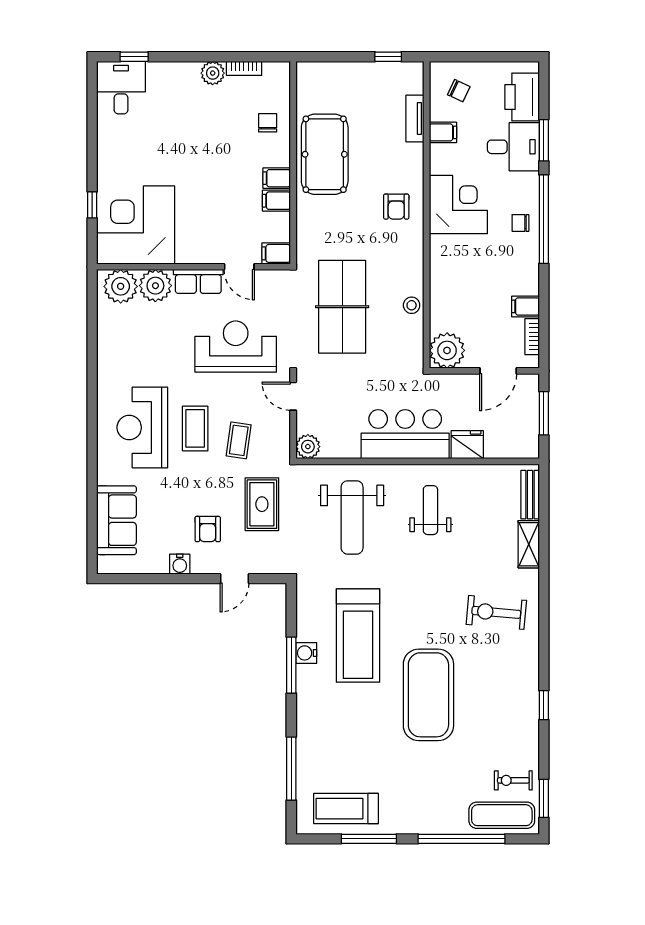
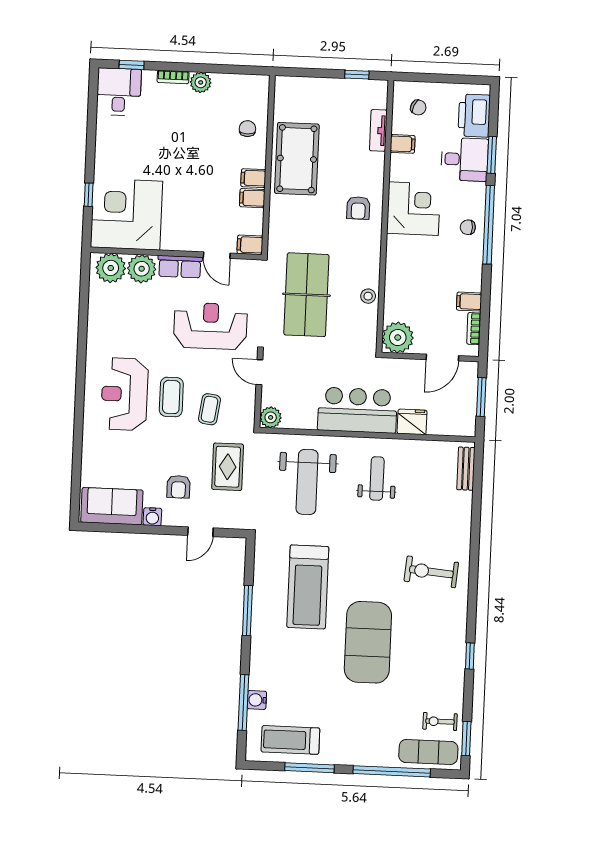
bookcase: (244, 68) -> (173, 77), moved
sofa: (116, 520) -> (112, 506), moved, turned -90
shelving: (529, 544) -> (463, 513), removed
water cooler: (306, 653) -> (257, 700), moved

